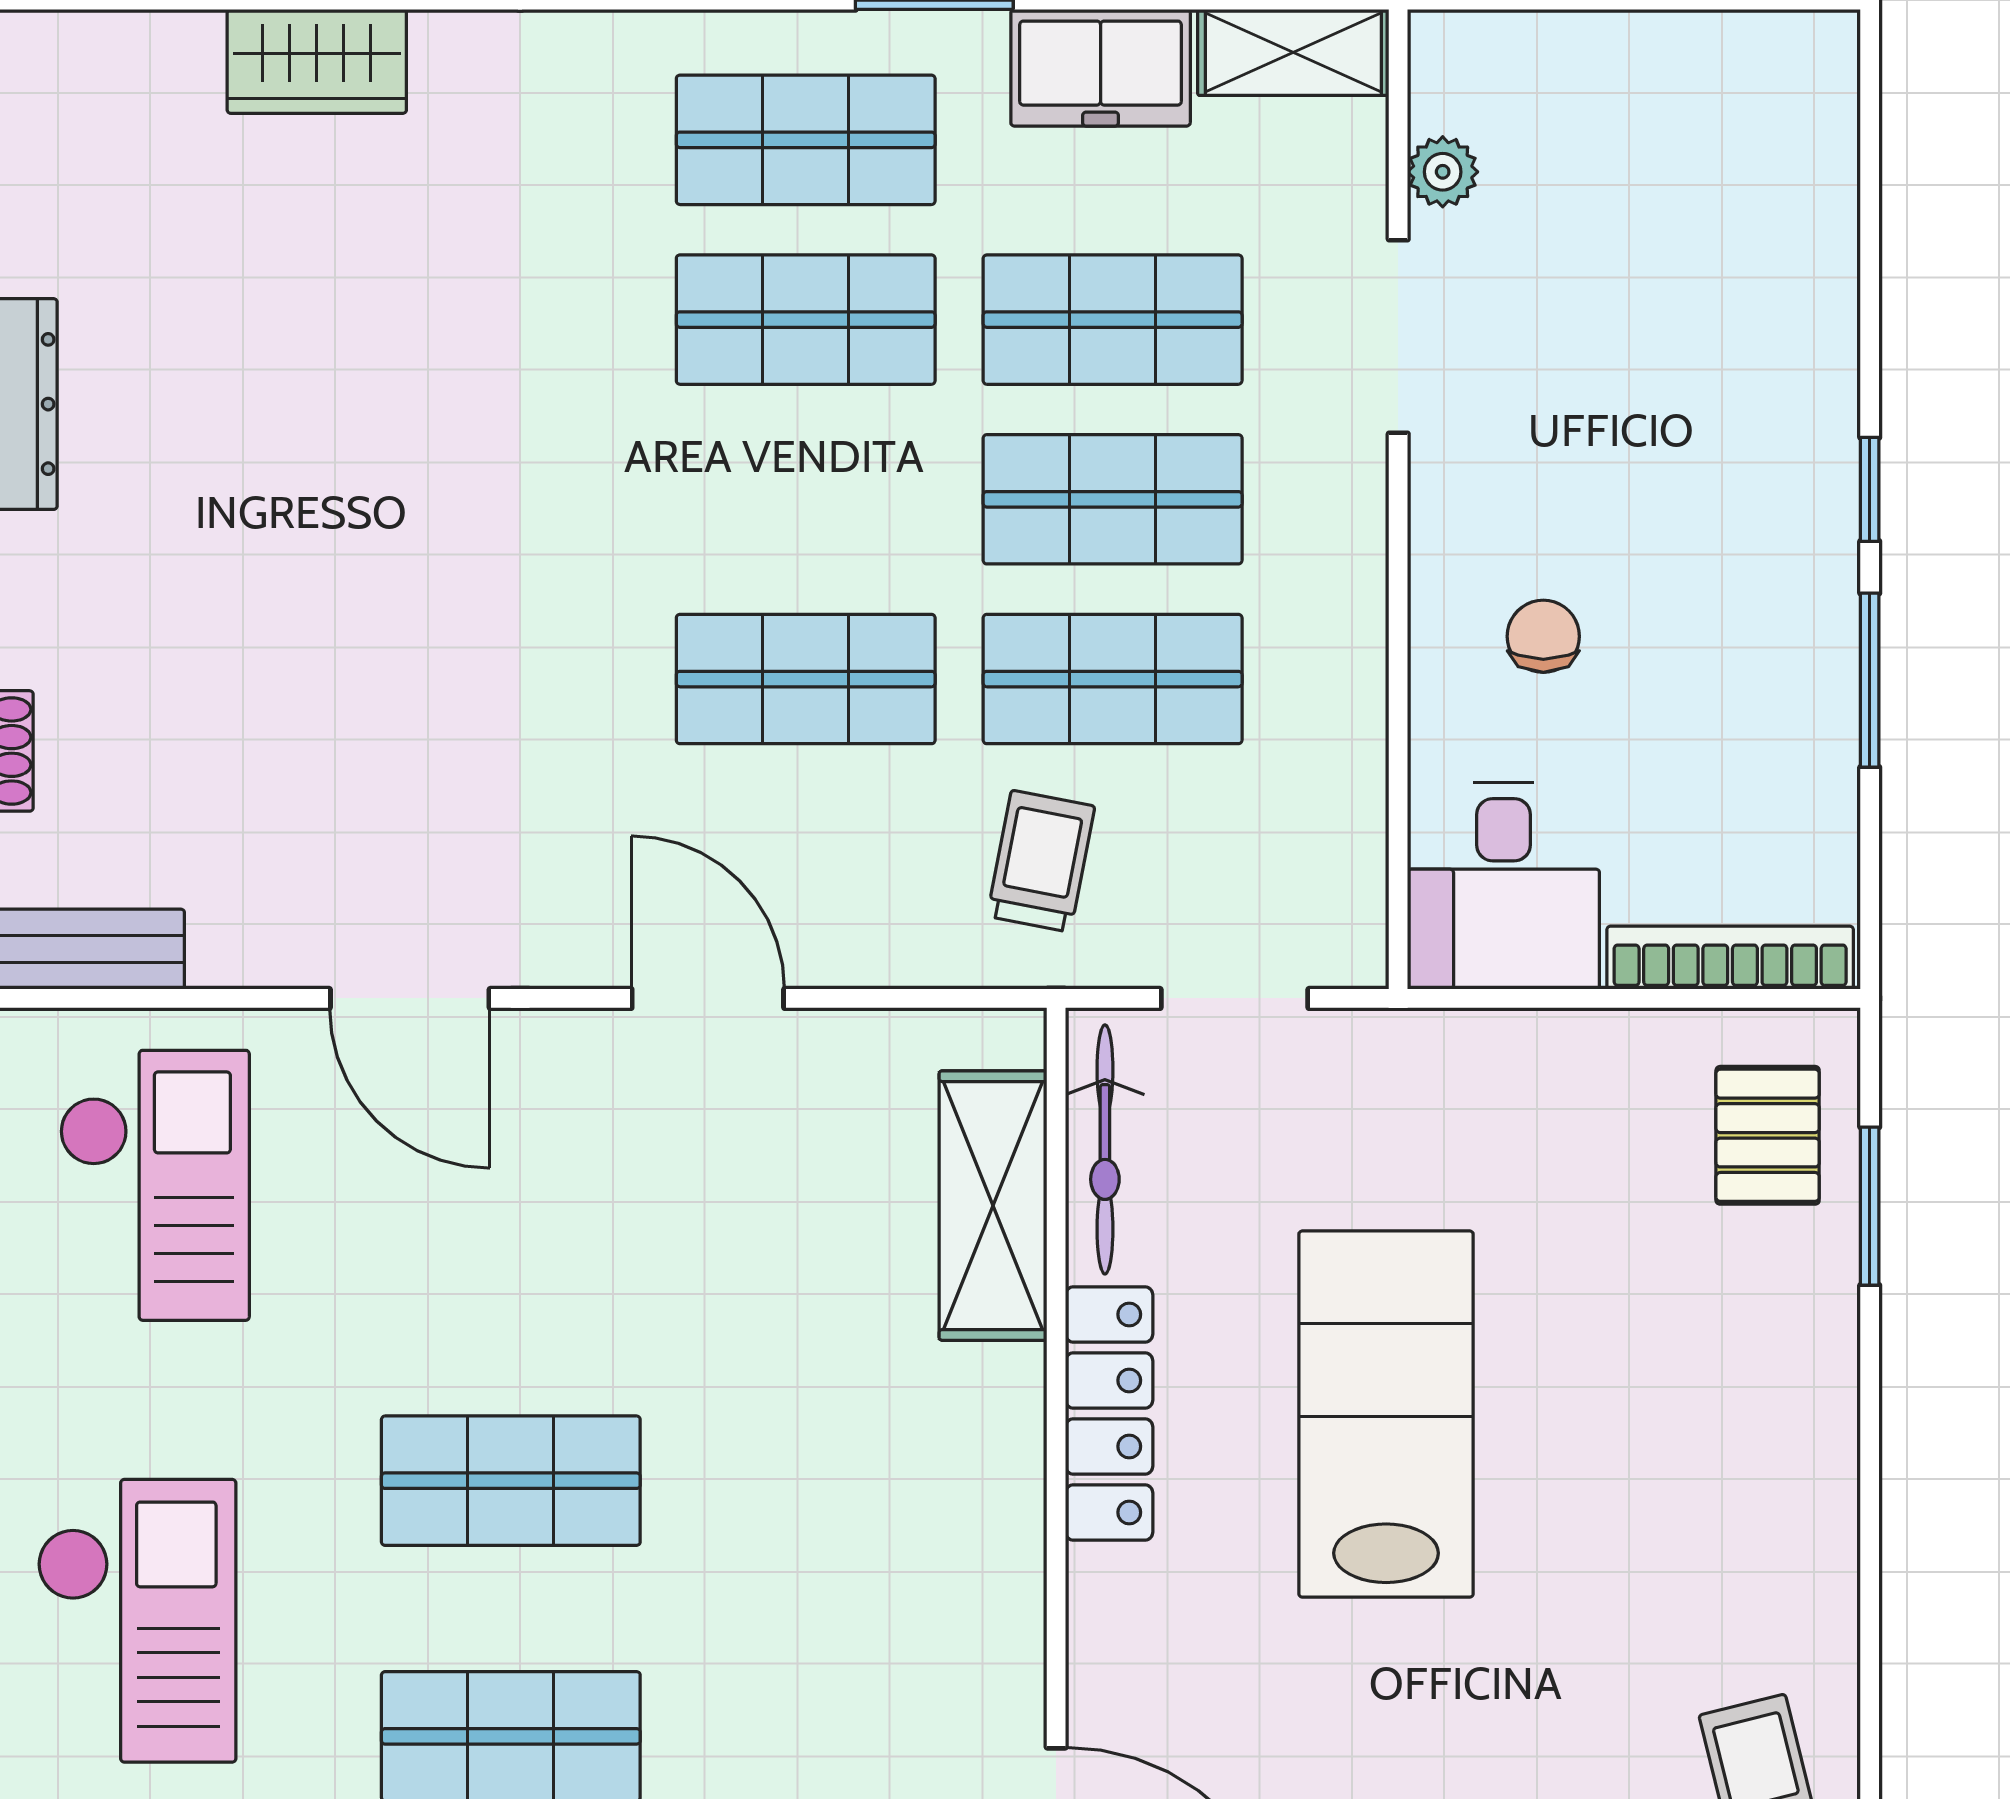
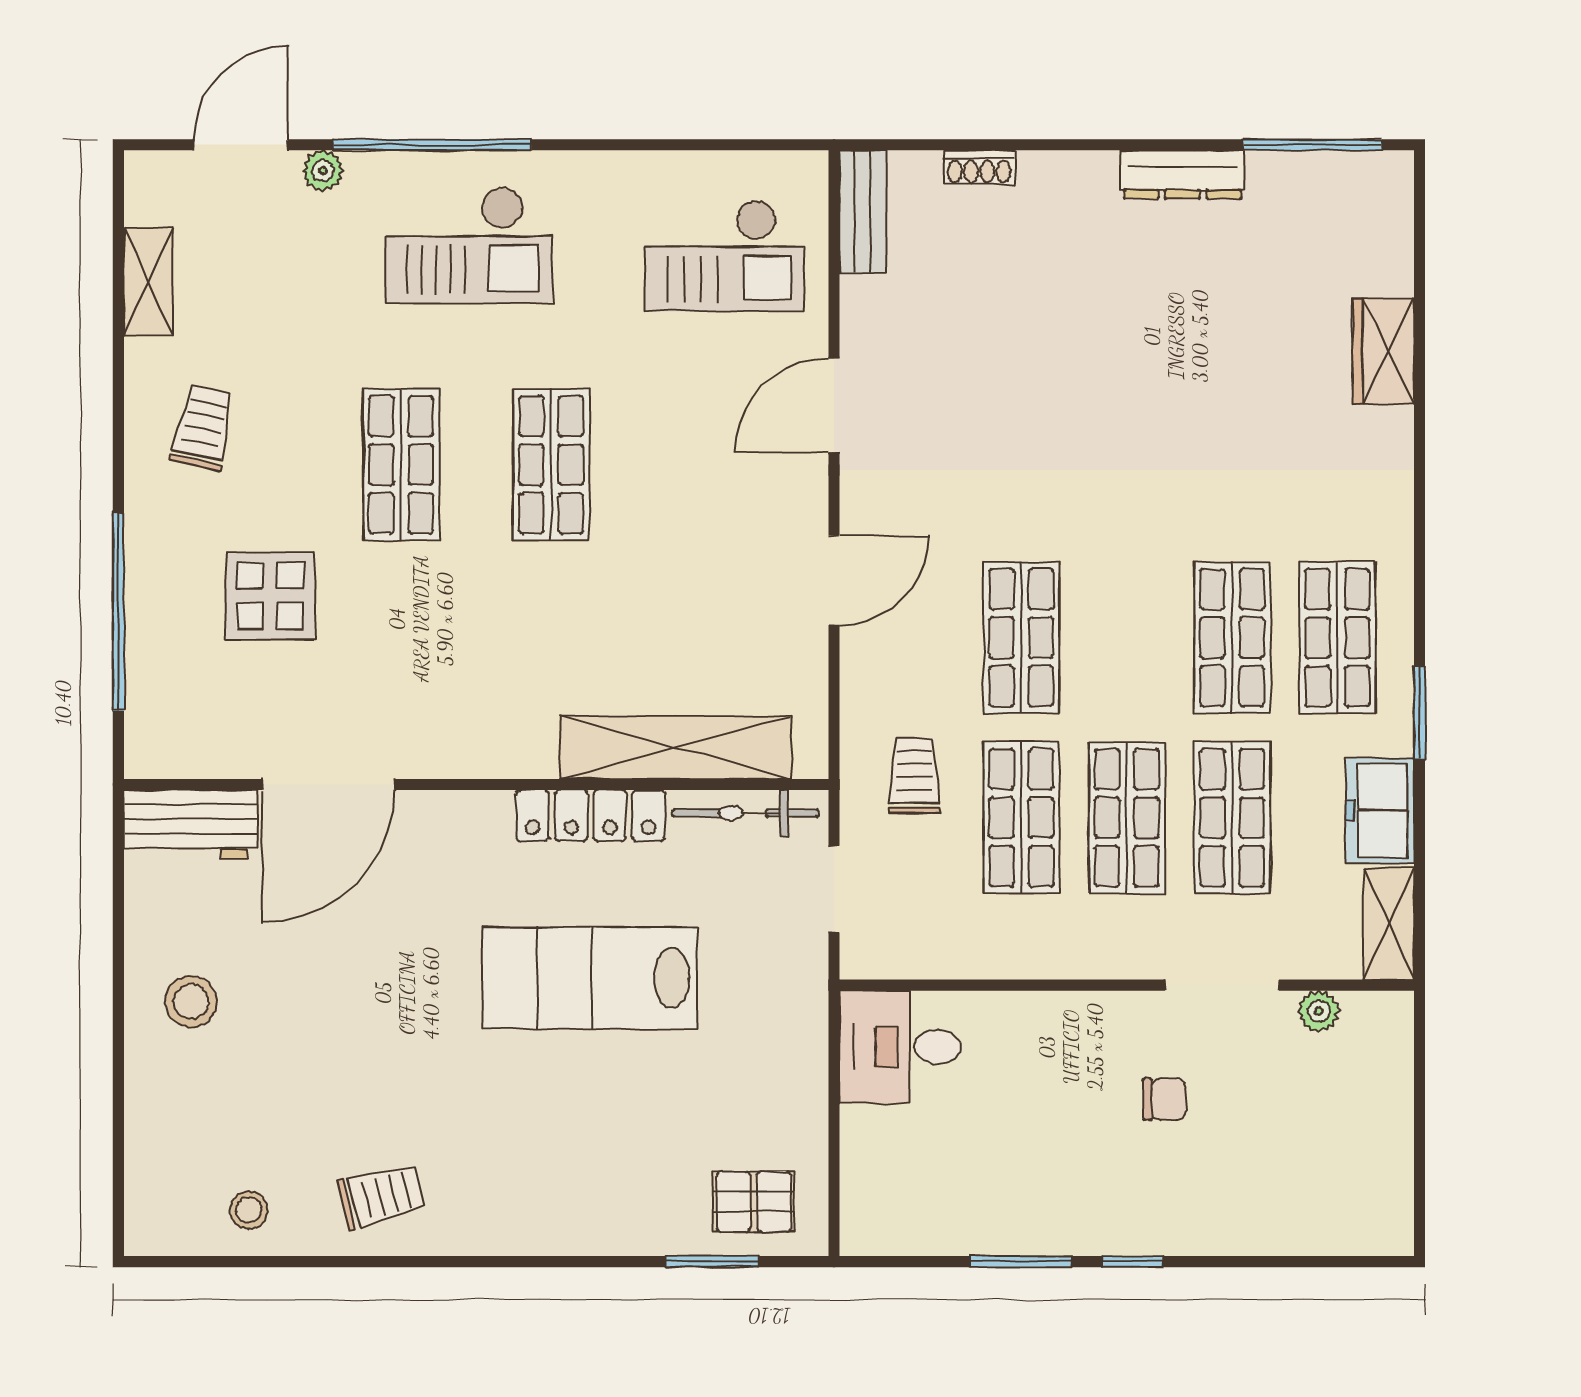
chair: (1543, 636) -> (1165, 1099), moved
trolley: (1041, 861) -> (914, 776), turned -101
bookcase: (1730, 958) -> (858, 1180), removed
shelving: (993, 1206) -> (676, 747), width x1.47
lab bench: (1386, 1414) -> (590, 978), turned 180

